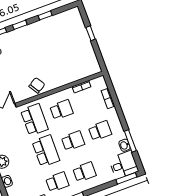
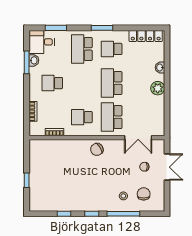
school desk: (73, 141) -> (82, 83), removed
school desk: (84, 172) -> (82, 49), width x1.85
window: (126, 178) -> (56, 28), moved

